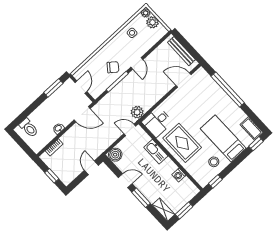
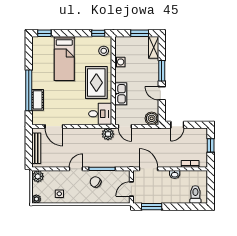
plant: (152, 22) -> (38, 176), moved
cot: (251, 129) -> (38, 100), moved
stool: (214, 162) -> (104, 51), moved

